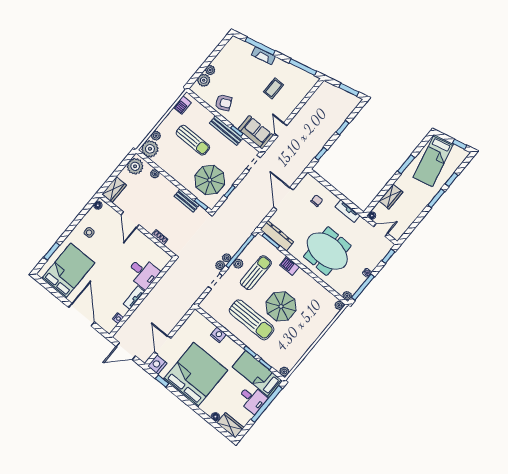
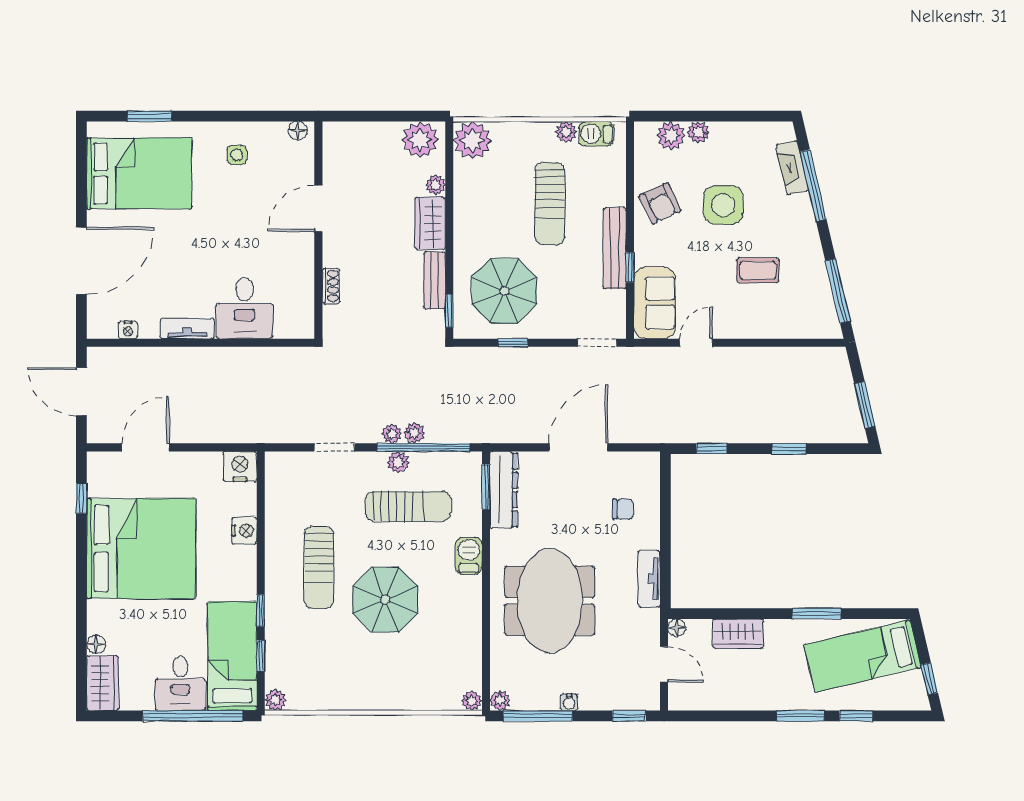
fireplace: (263, 56) -> (792, 168), moved
side table: (242, 82) -> (723, 205), added
plant: (156, 136) -> (566, 132), moved
wardrobe: (114, 190) -> (430, 223), moved, turned 90
plant: (220, 265) -> (414, 433), moved
sun lounger: (252, 320) -> (319, 567), width x0.73, depth x0.75
nightstand: (157, 365) -> (240, 466), moved

